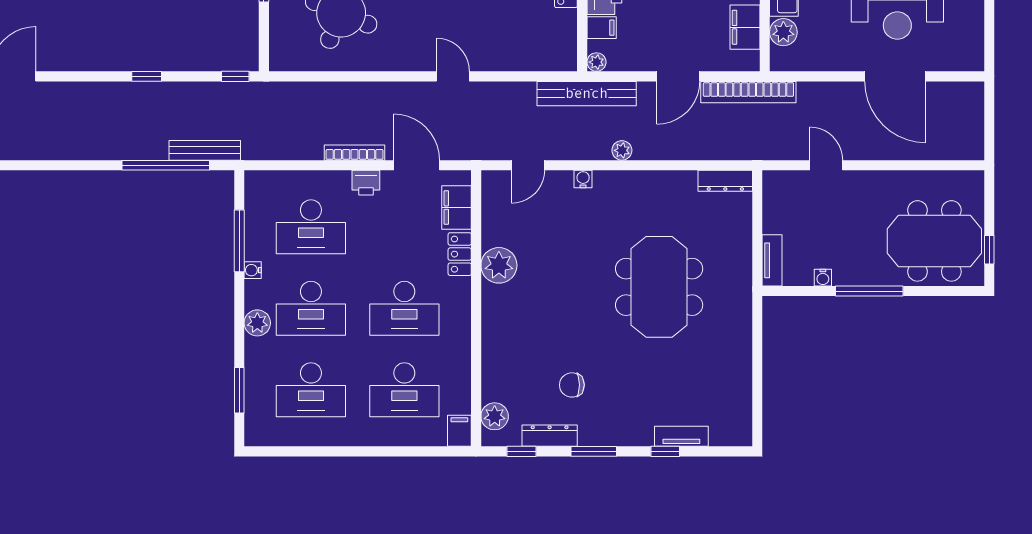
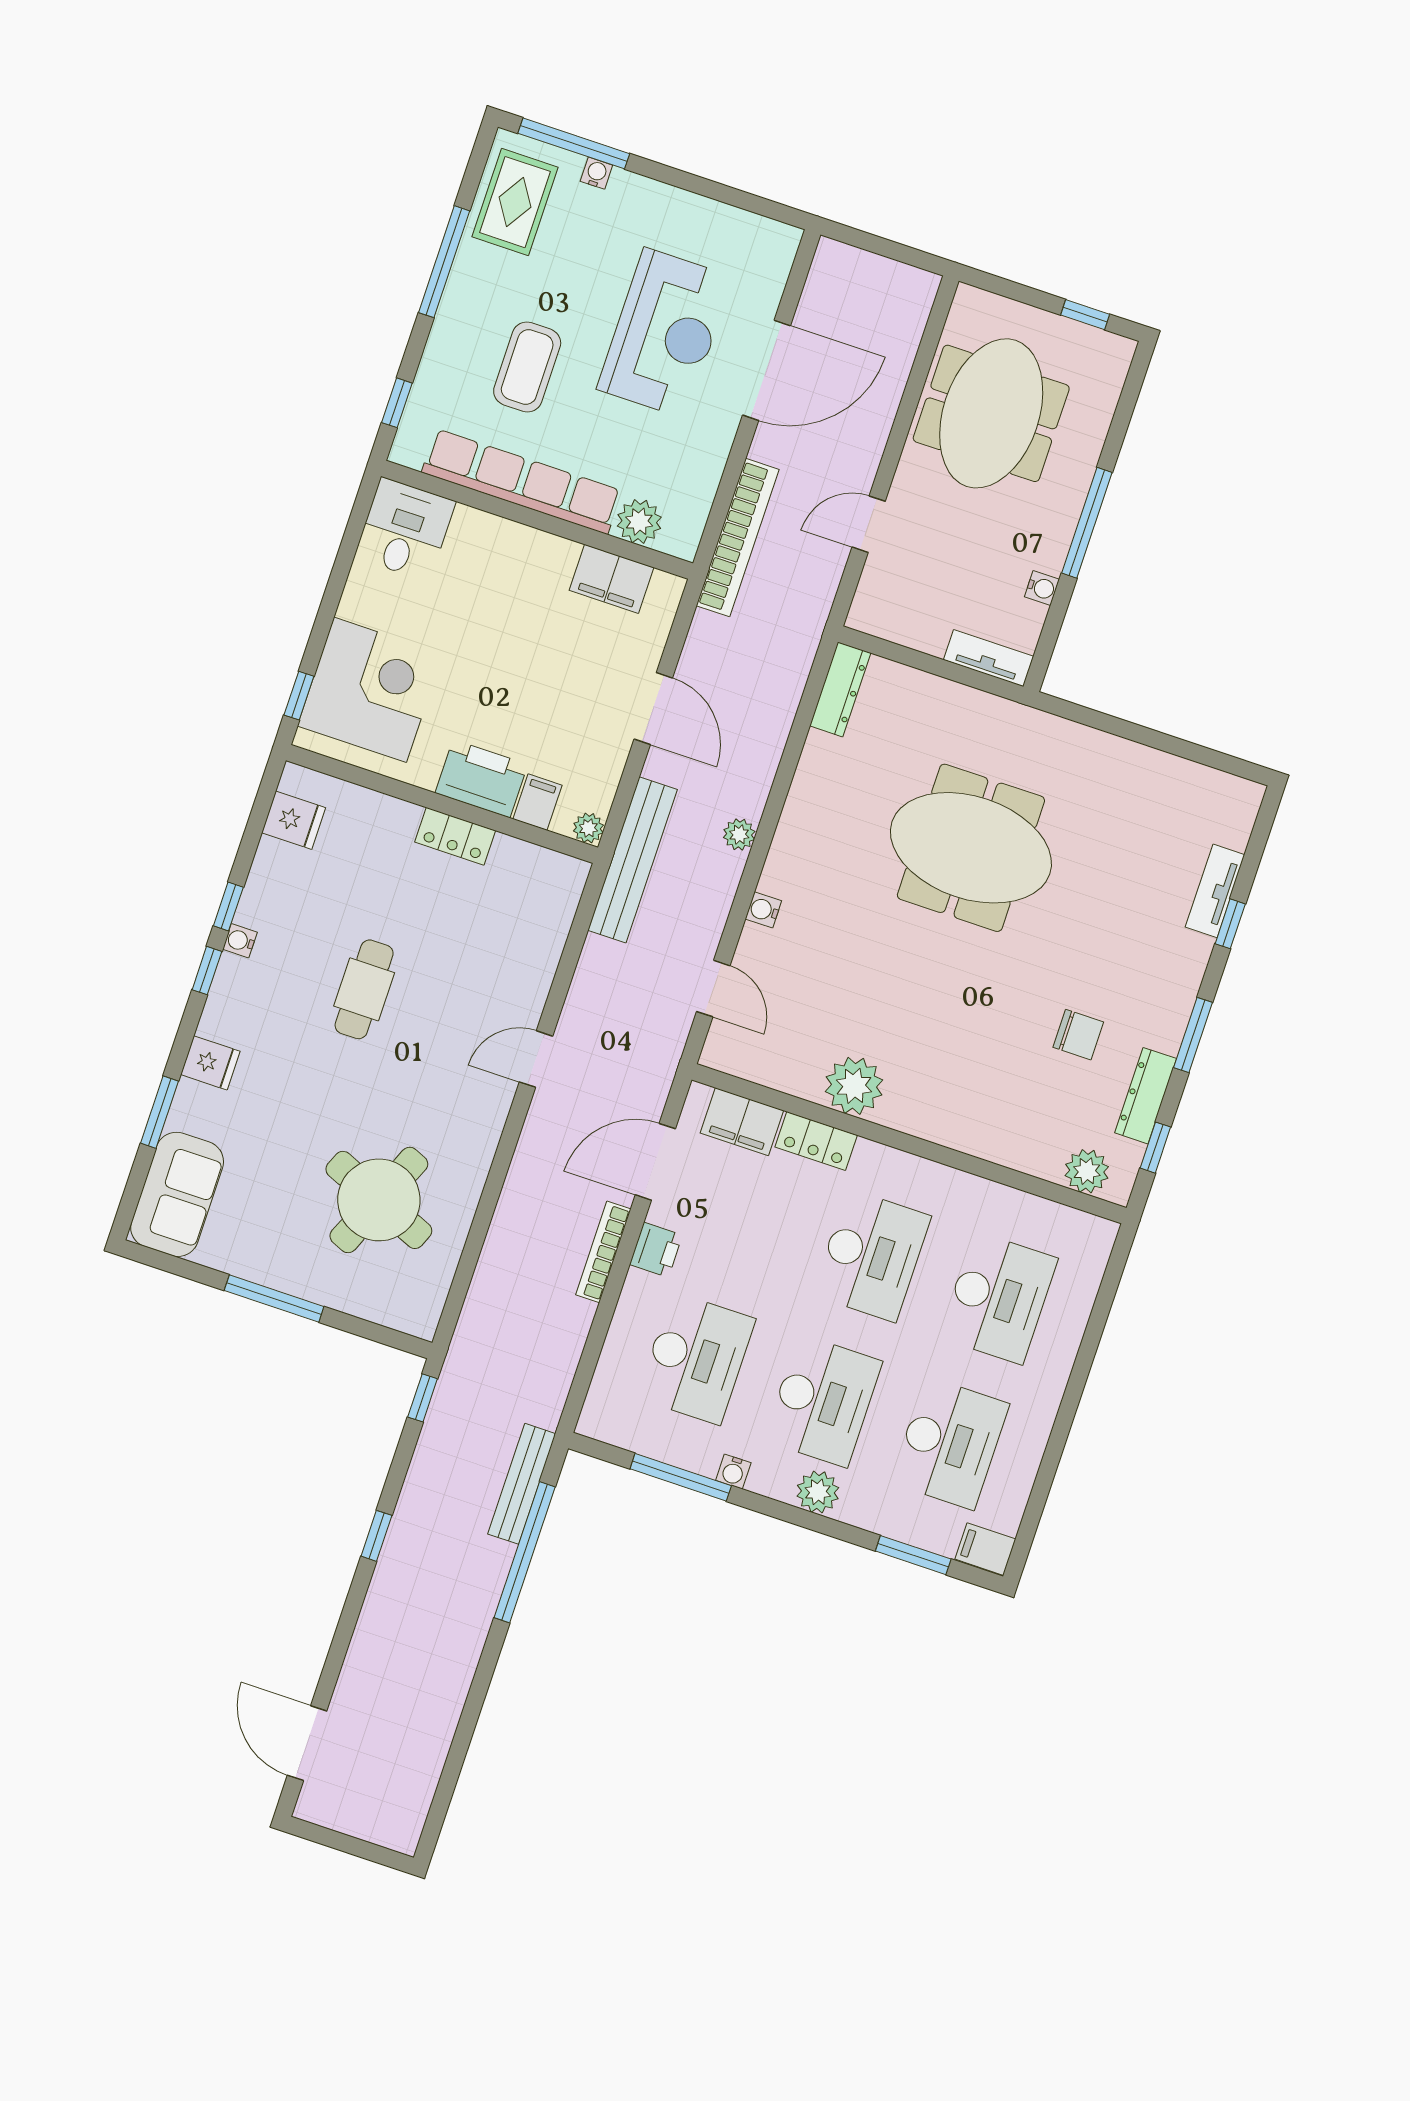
bookcase: (748, 92) -> (738, 538), moved
meeting table: (934, 241) -> (991, 413), moved
chair: (572, 385) -> (1078, 1035), turned -90
filing cabinet: (459, 431) -> (985, 1549), moved

